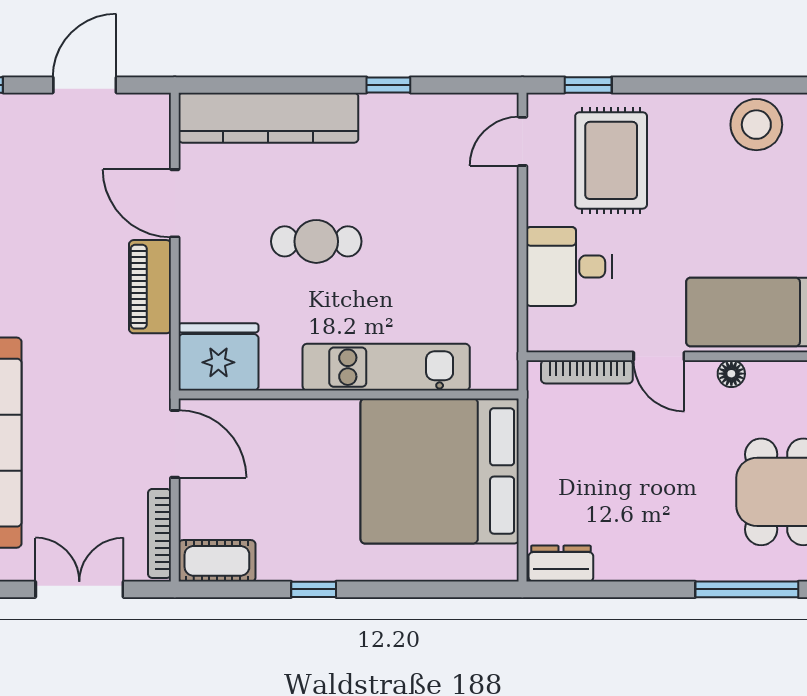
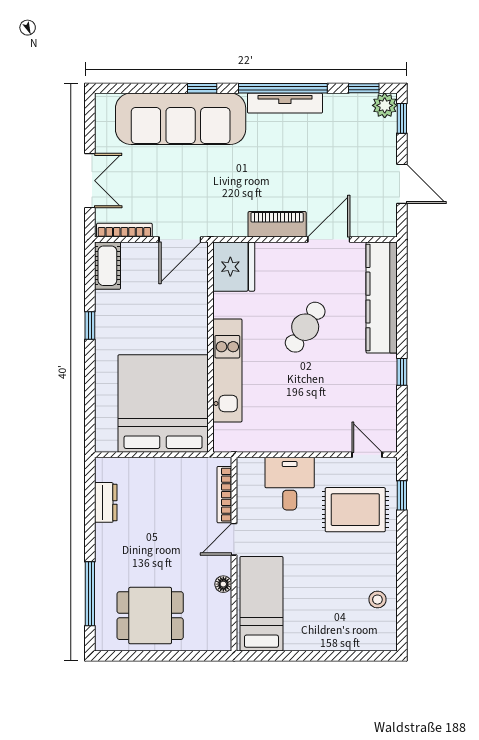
stool: (756, 125) -> (377, 600), width x0.53, depth x0.53
cafe table: (316, 241) -> (305, 327), turned 33
dresser: (561, 564) -> (106, 502), moved

